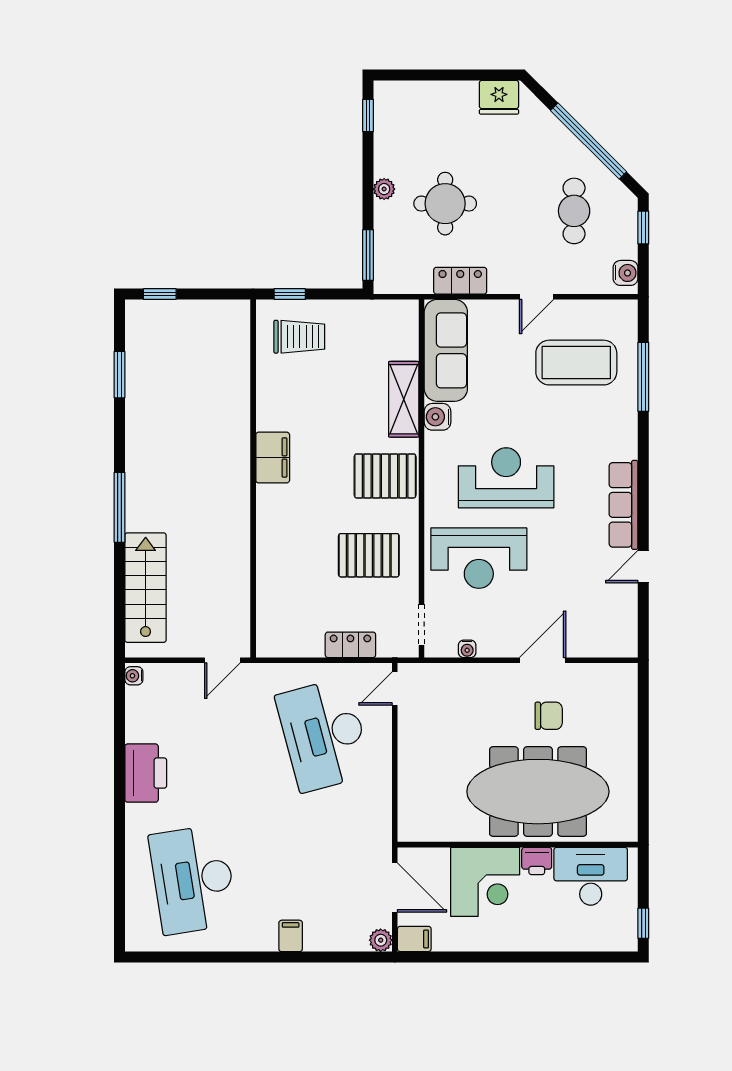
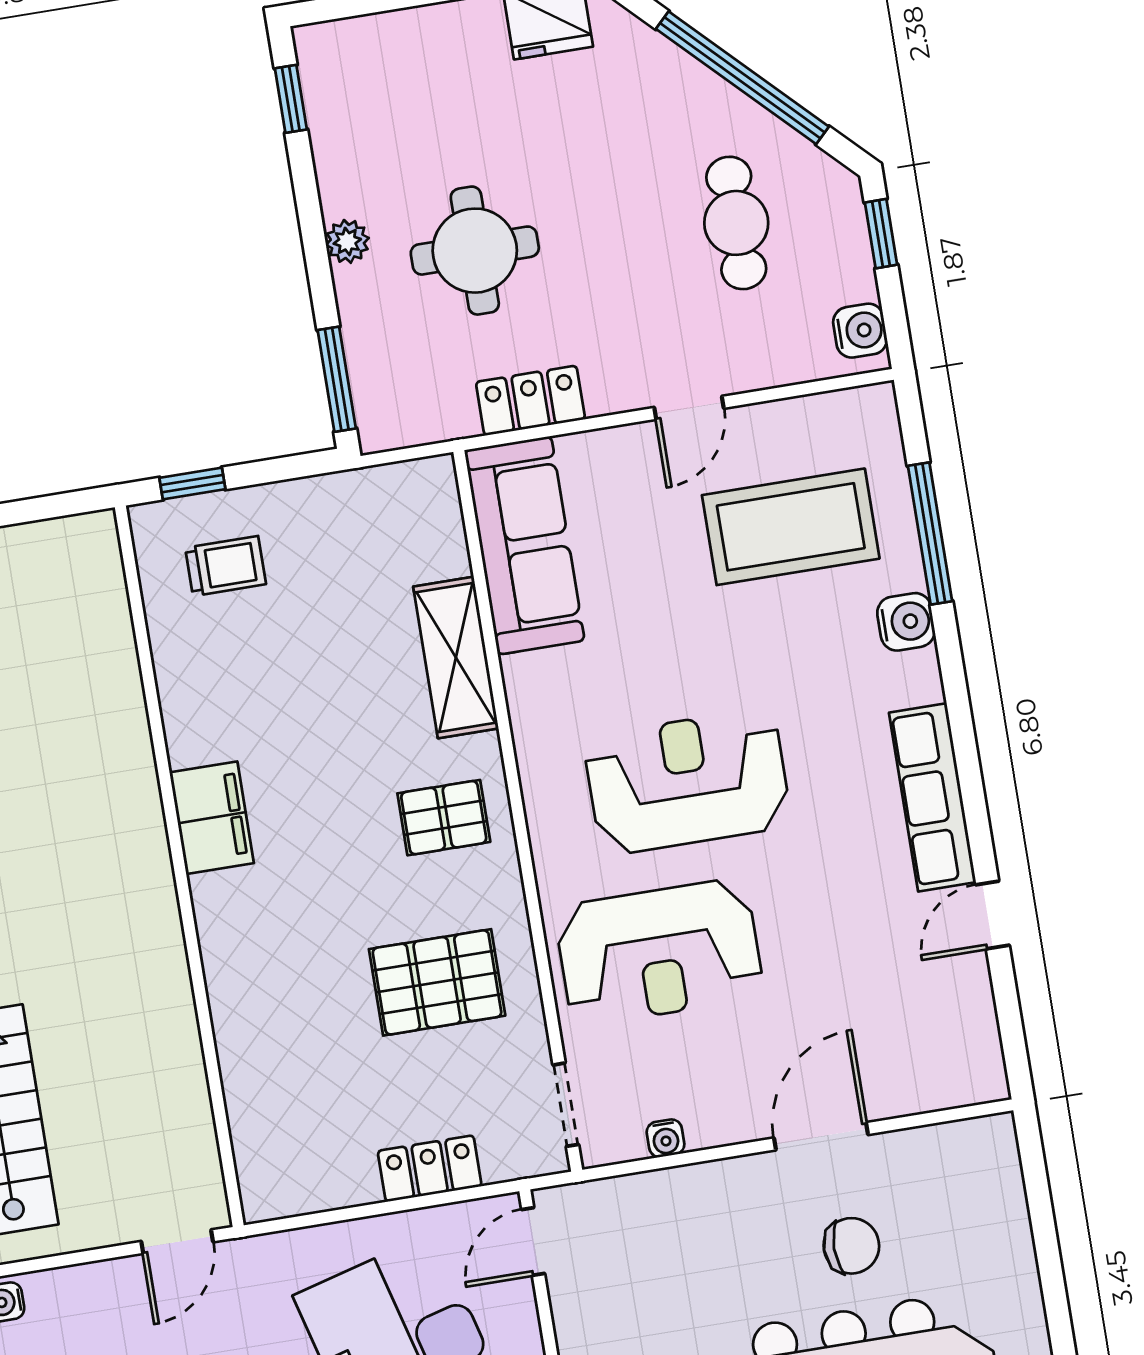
trolley: (299, 337) -> (226, 566), width x0.73, depth x0.72
water cooler: (438, 417) -> (906, 622), moved, turned 180
pallet: (385, 476) -> (444, 818), width x0.67, depth x0.71

